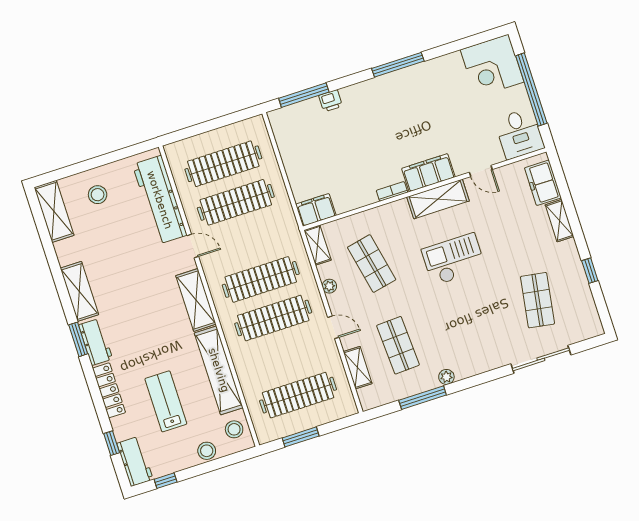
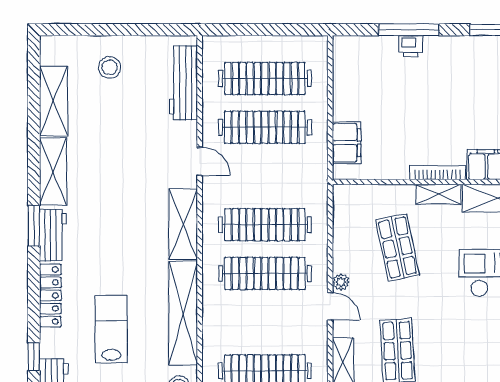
window: (304, 95) -> (409, 30), moved
bookcase: (392, 191) -> (438, 173), width x1.56
workbench: (160, 200) -> (183, 83), width x0.73, depth x0.76
filing cabinet: (316, 210) -> (347, 143), moved, turned 90
shelving: (54, 211) -> (54, 101), moved
shelving: (318, 245) -> (438, 194), moved, turned 90
plant: (329, 286) -> (341, 282), moved

